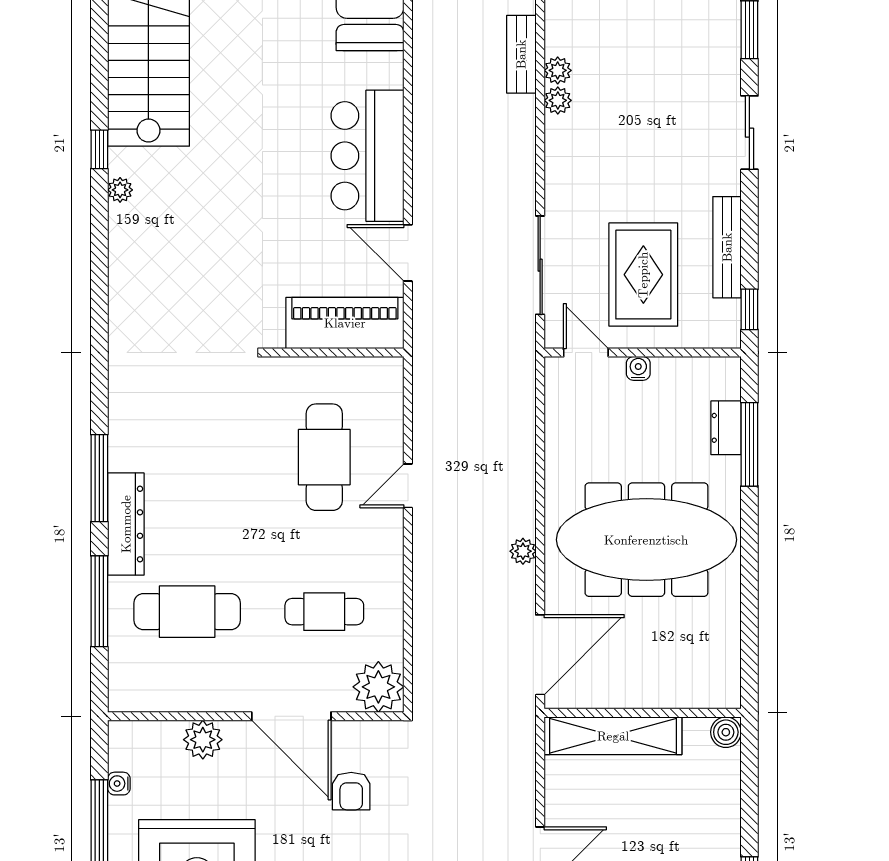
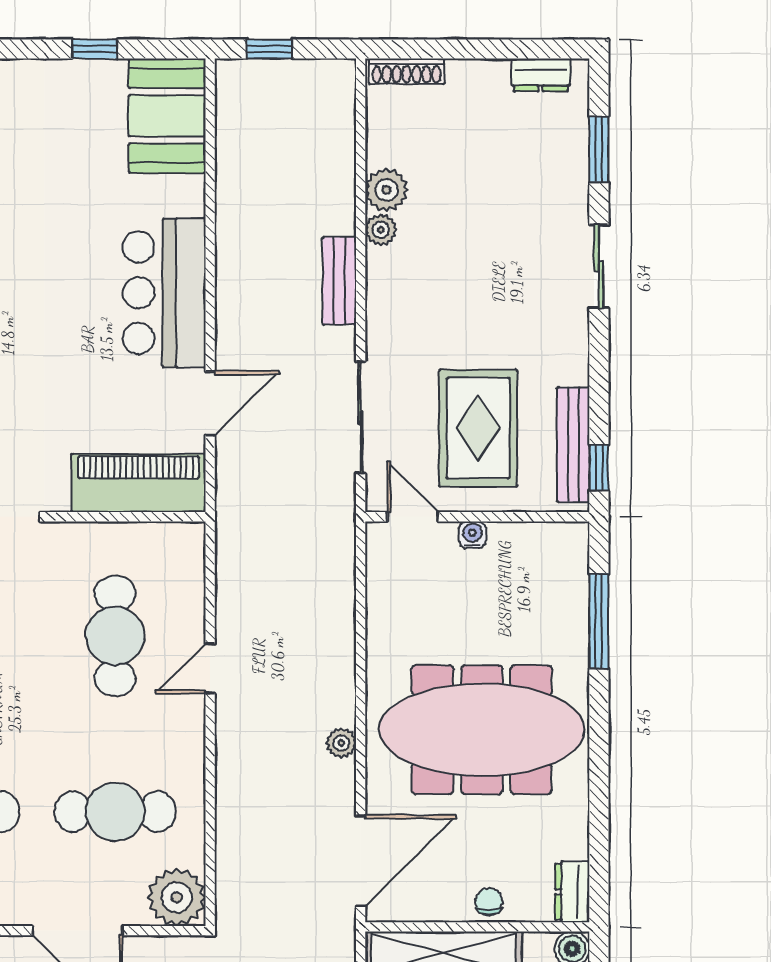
bench: (521, 54) -> (339, 281), moved
plant: (558, 70) -> (387, 190), width x1.38, depth x1.38
bench: (727, 247) -> (573, 445), moved
door: (408, 253) -> (210, 403), swing flipped
dresser: (726, 428) -> (572, 892), moved
cafe table: (324, 612) -> (115, 812), width x1.37, depth x1.35
chair: (653, 691) -> (489, 902), added

